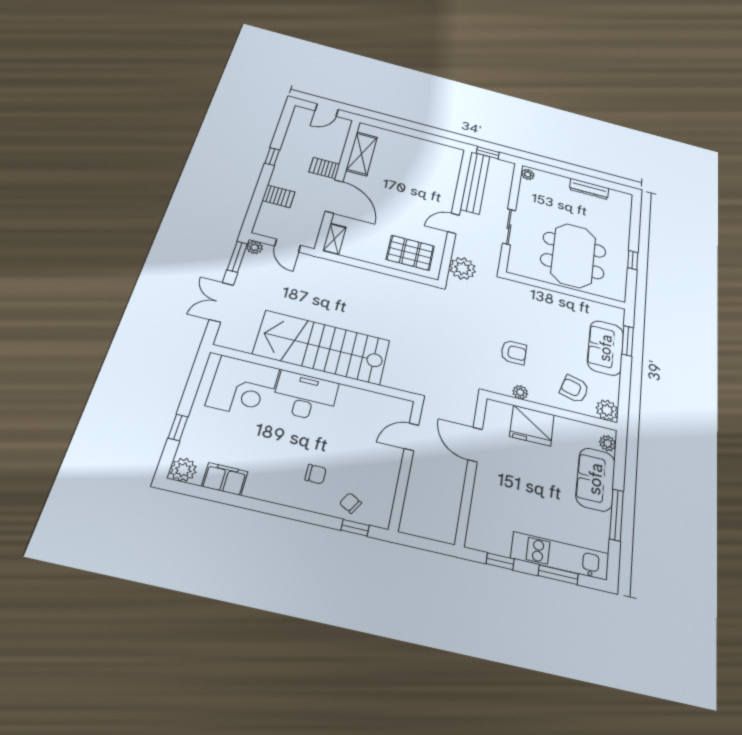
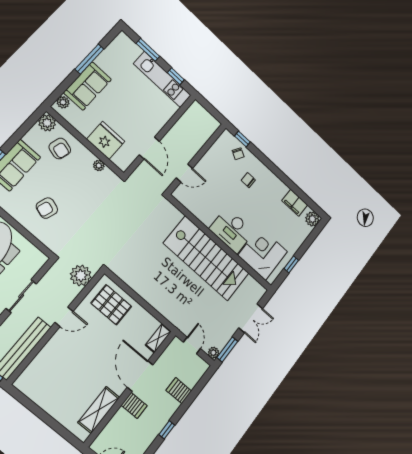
armchair: (514, 352) -> (47, 208), moved, turned -72
window: (178, 427) -> (291, 264), moved
kitchen unit: (560, 556) -> (163, 80), moved

